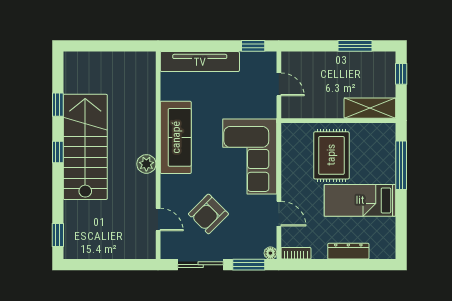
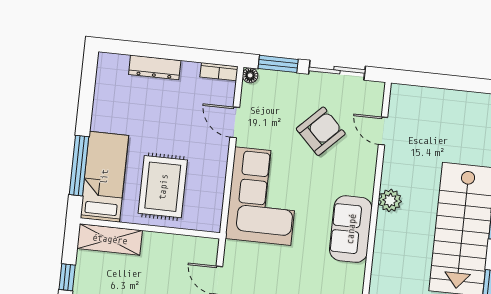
sofa: (176, 137) -> (351, 229), width x0.73
bed: (360, 200) -> (104, 177), moved, turned -90

